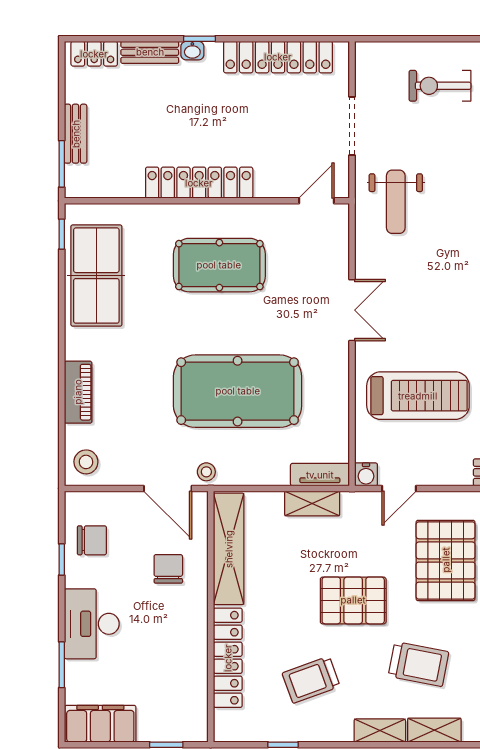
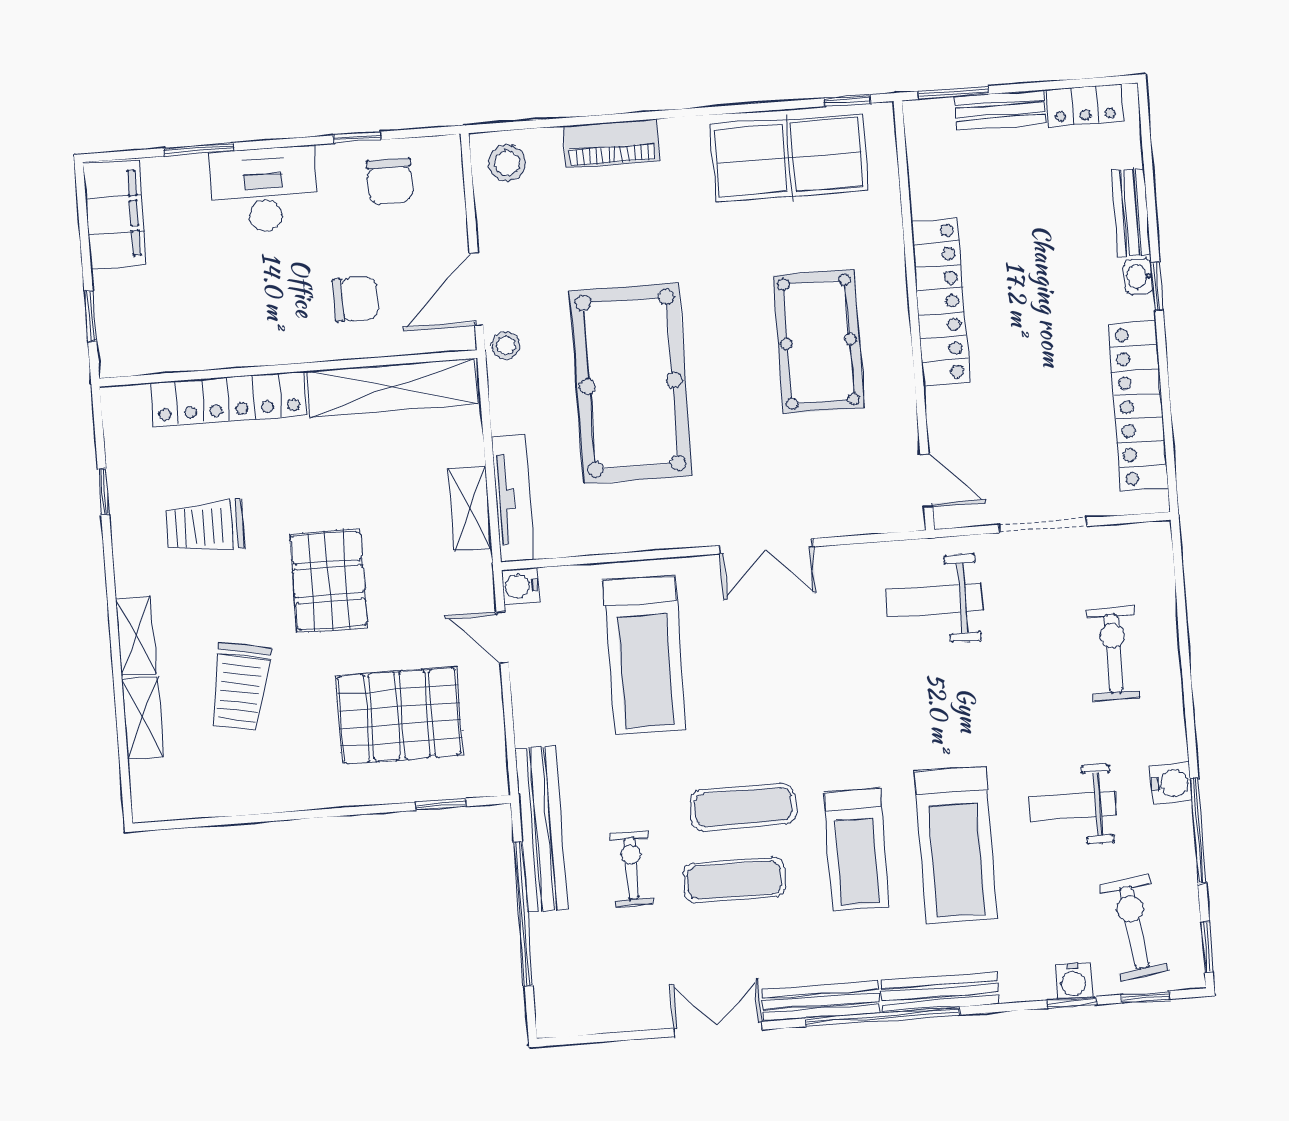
locker: (94, 54) -> (1085, 105), moved, turned -90
tv unit: (320, 475) -> (513, 499), width x1.41
trolley: (311, 680) -> (205, 527), turned -70

